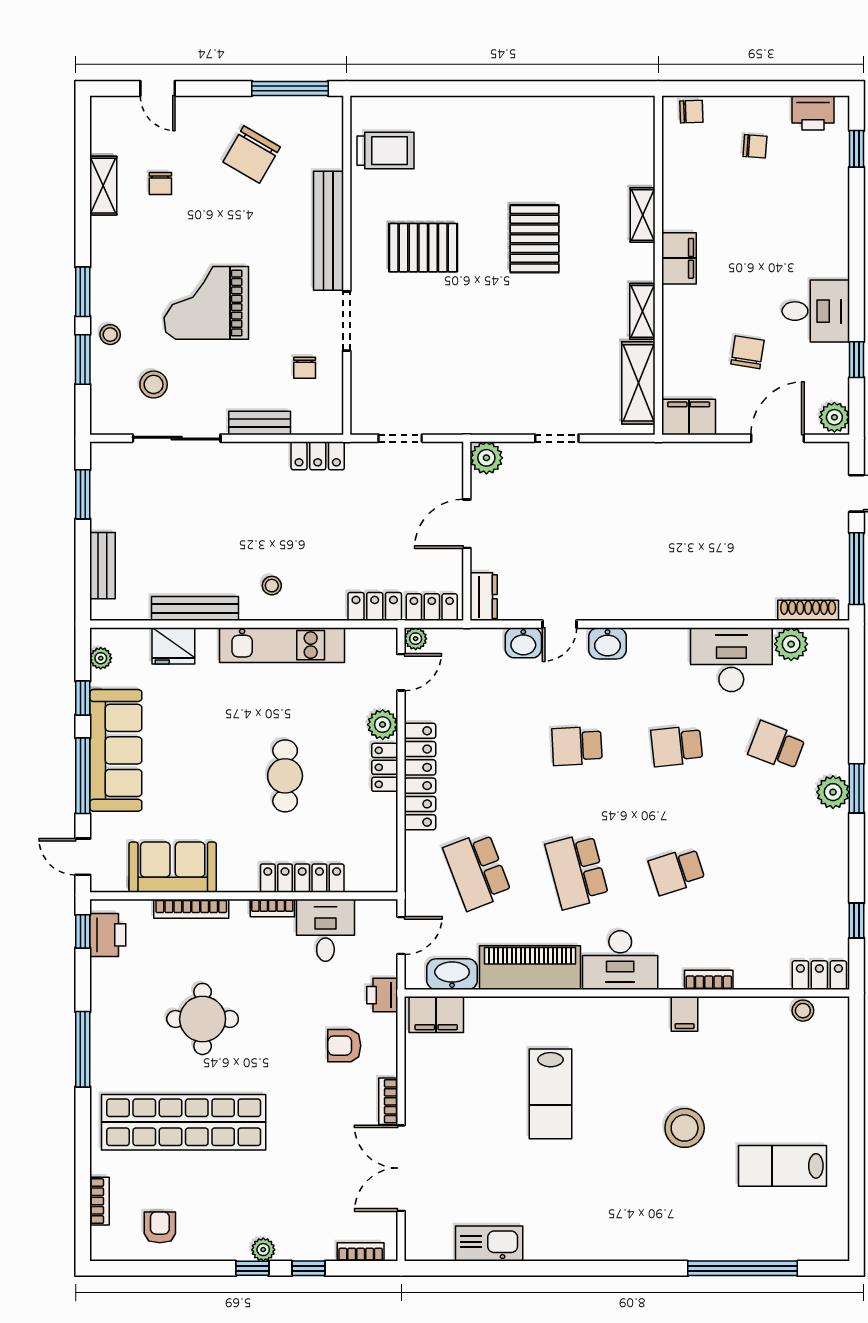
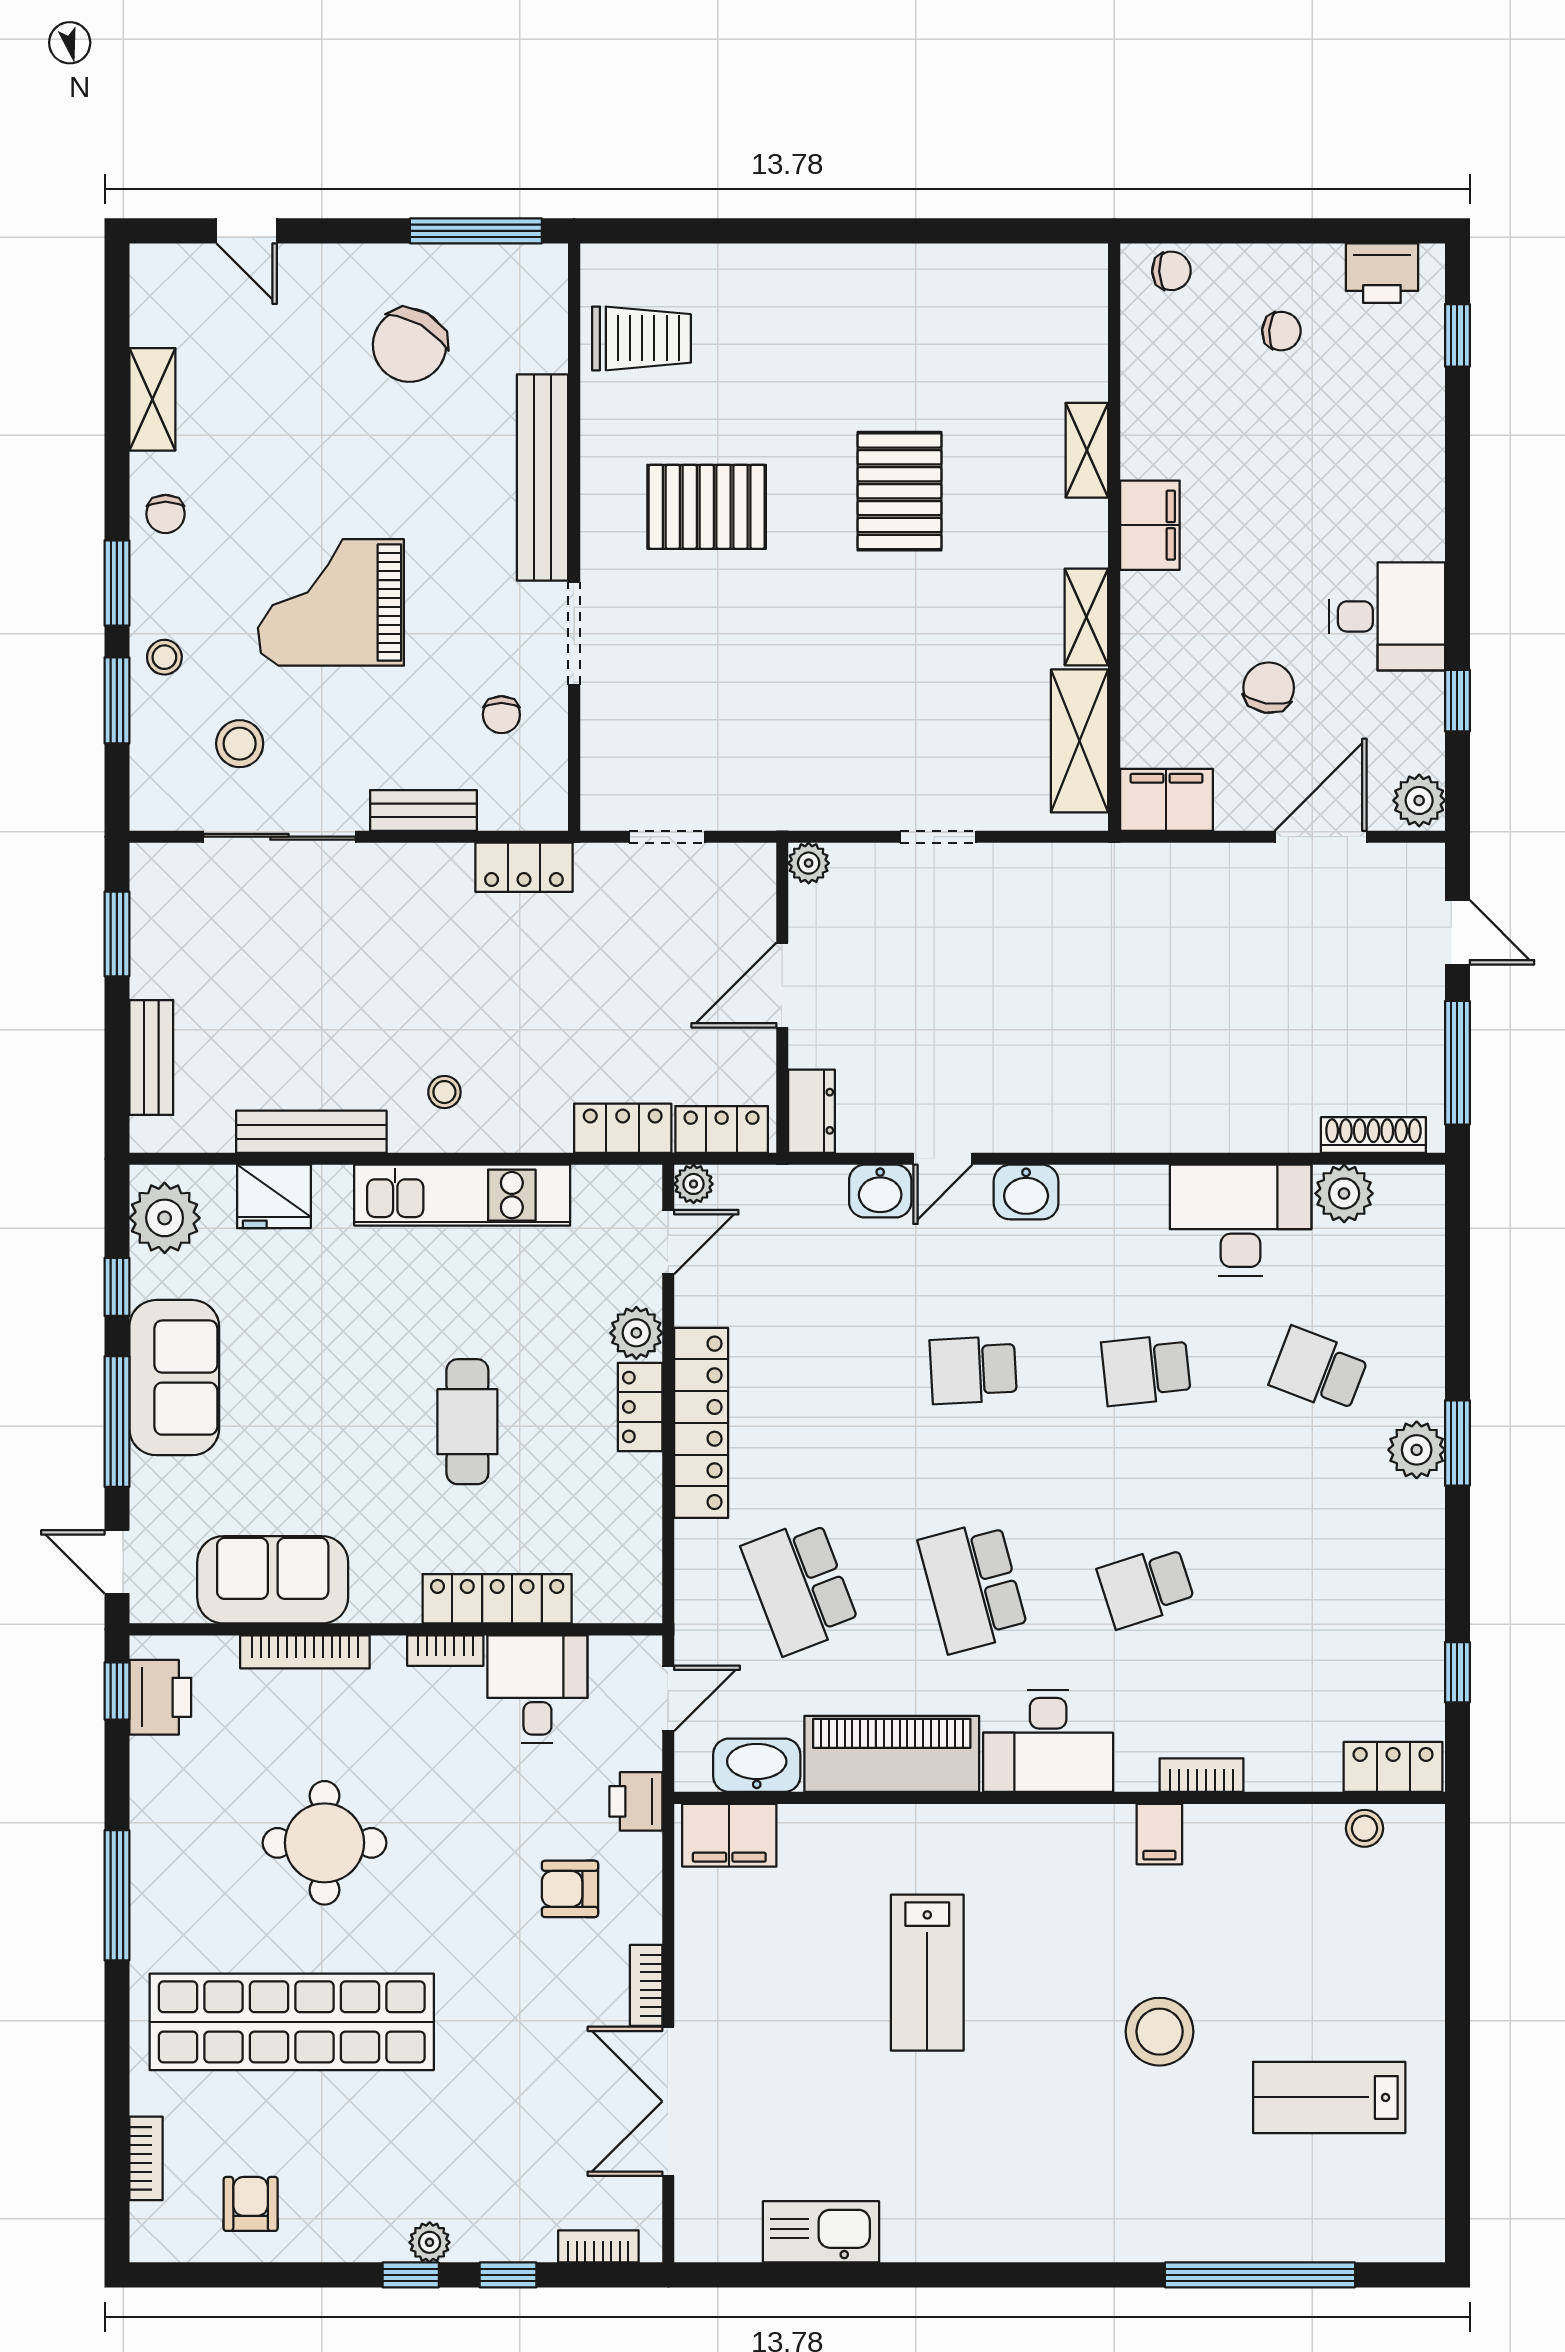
chair: (160, 184) -> (166, 514), moved
plant: (486, 458) -> (809, 863), width x0.73, depth x0.73
plant: (101, 658) -> (165, 1218), width x1.88, depth x1.88
sofa: (116, 750) -> (174, 1378), width x0.73

